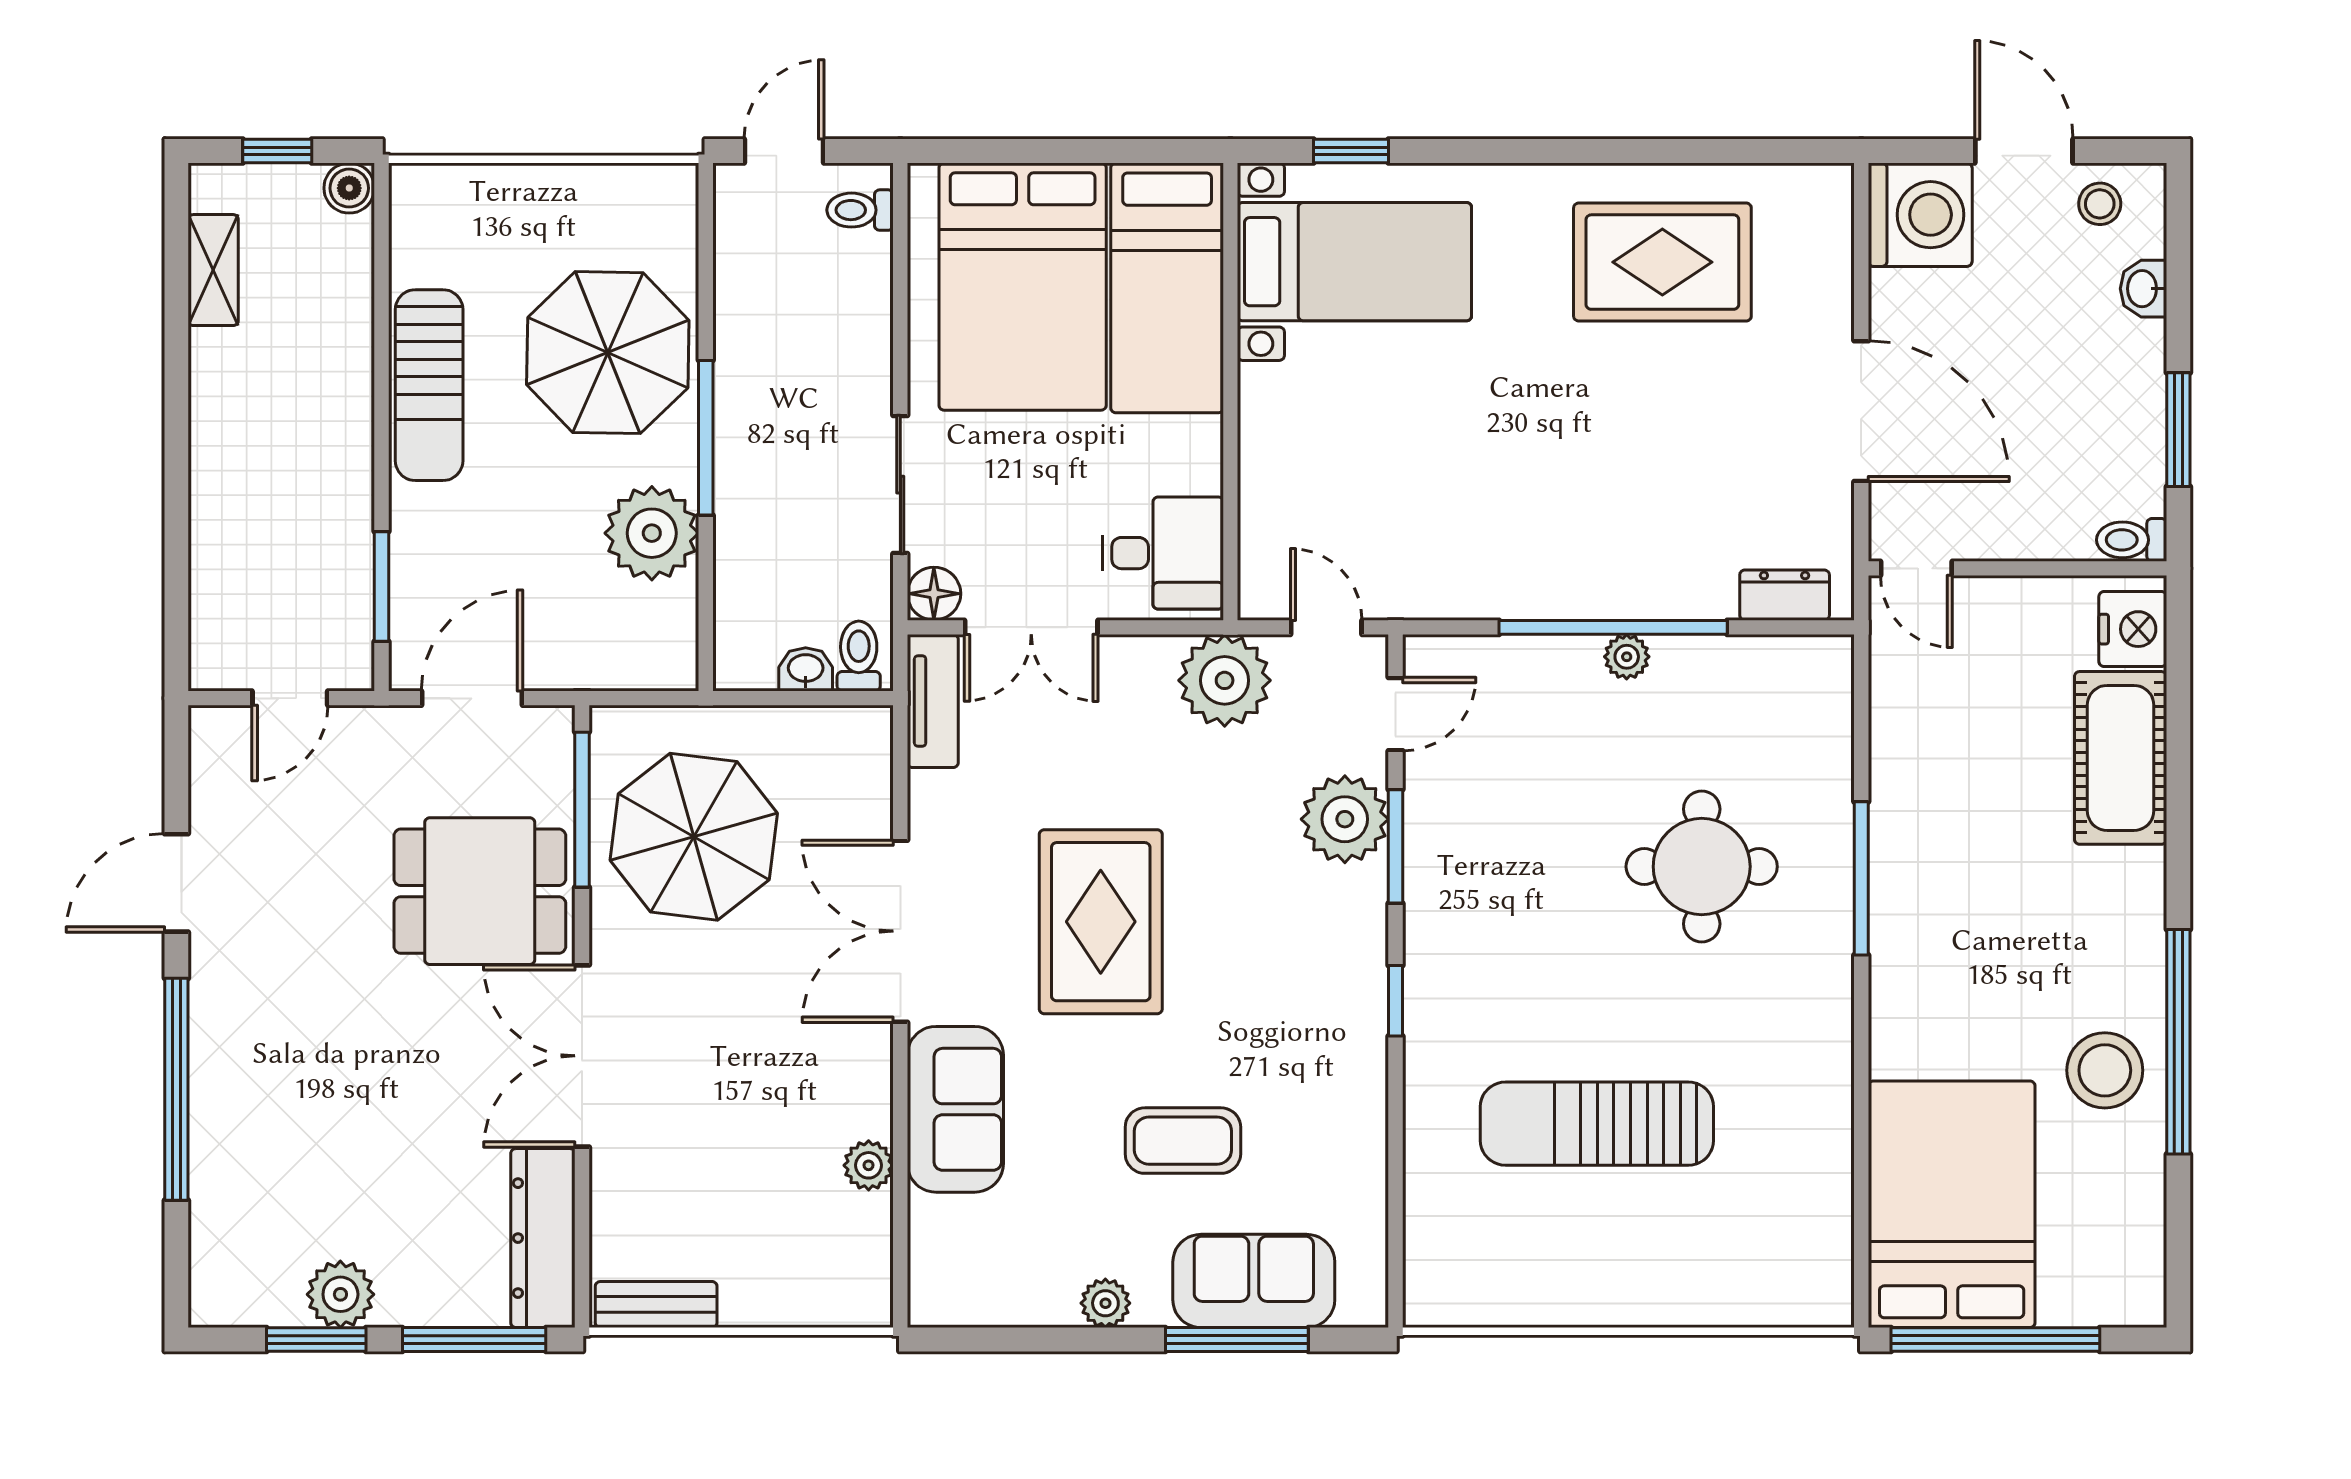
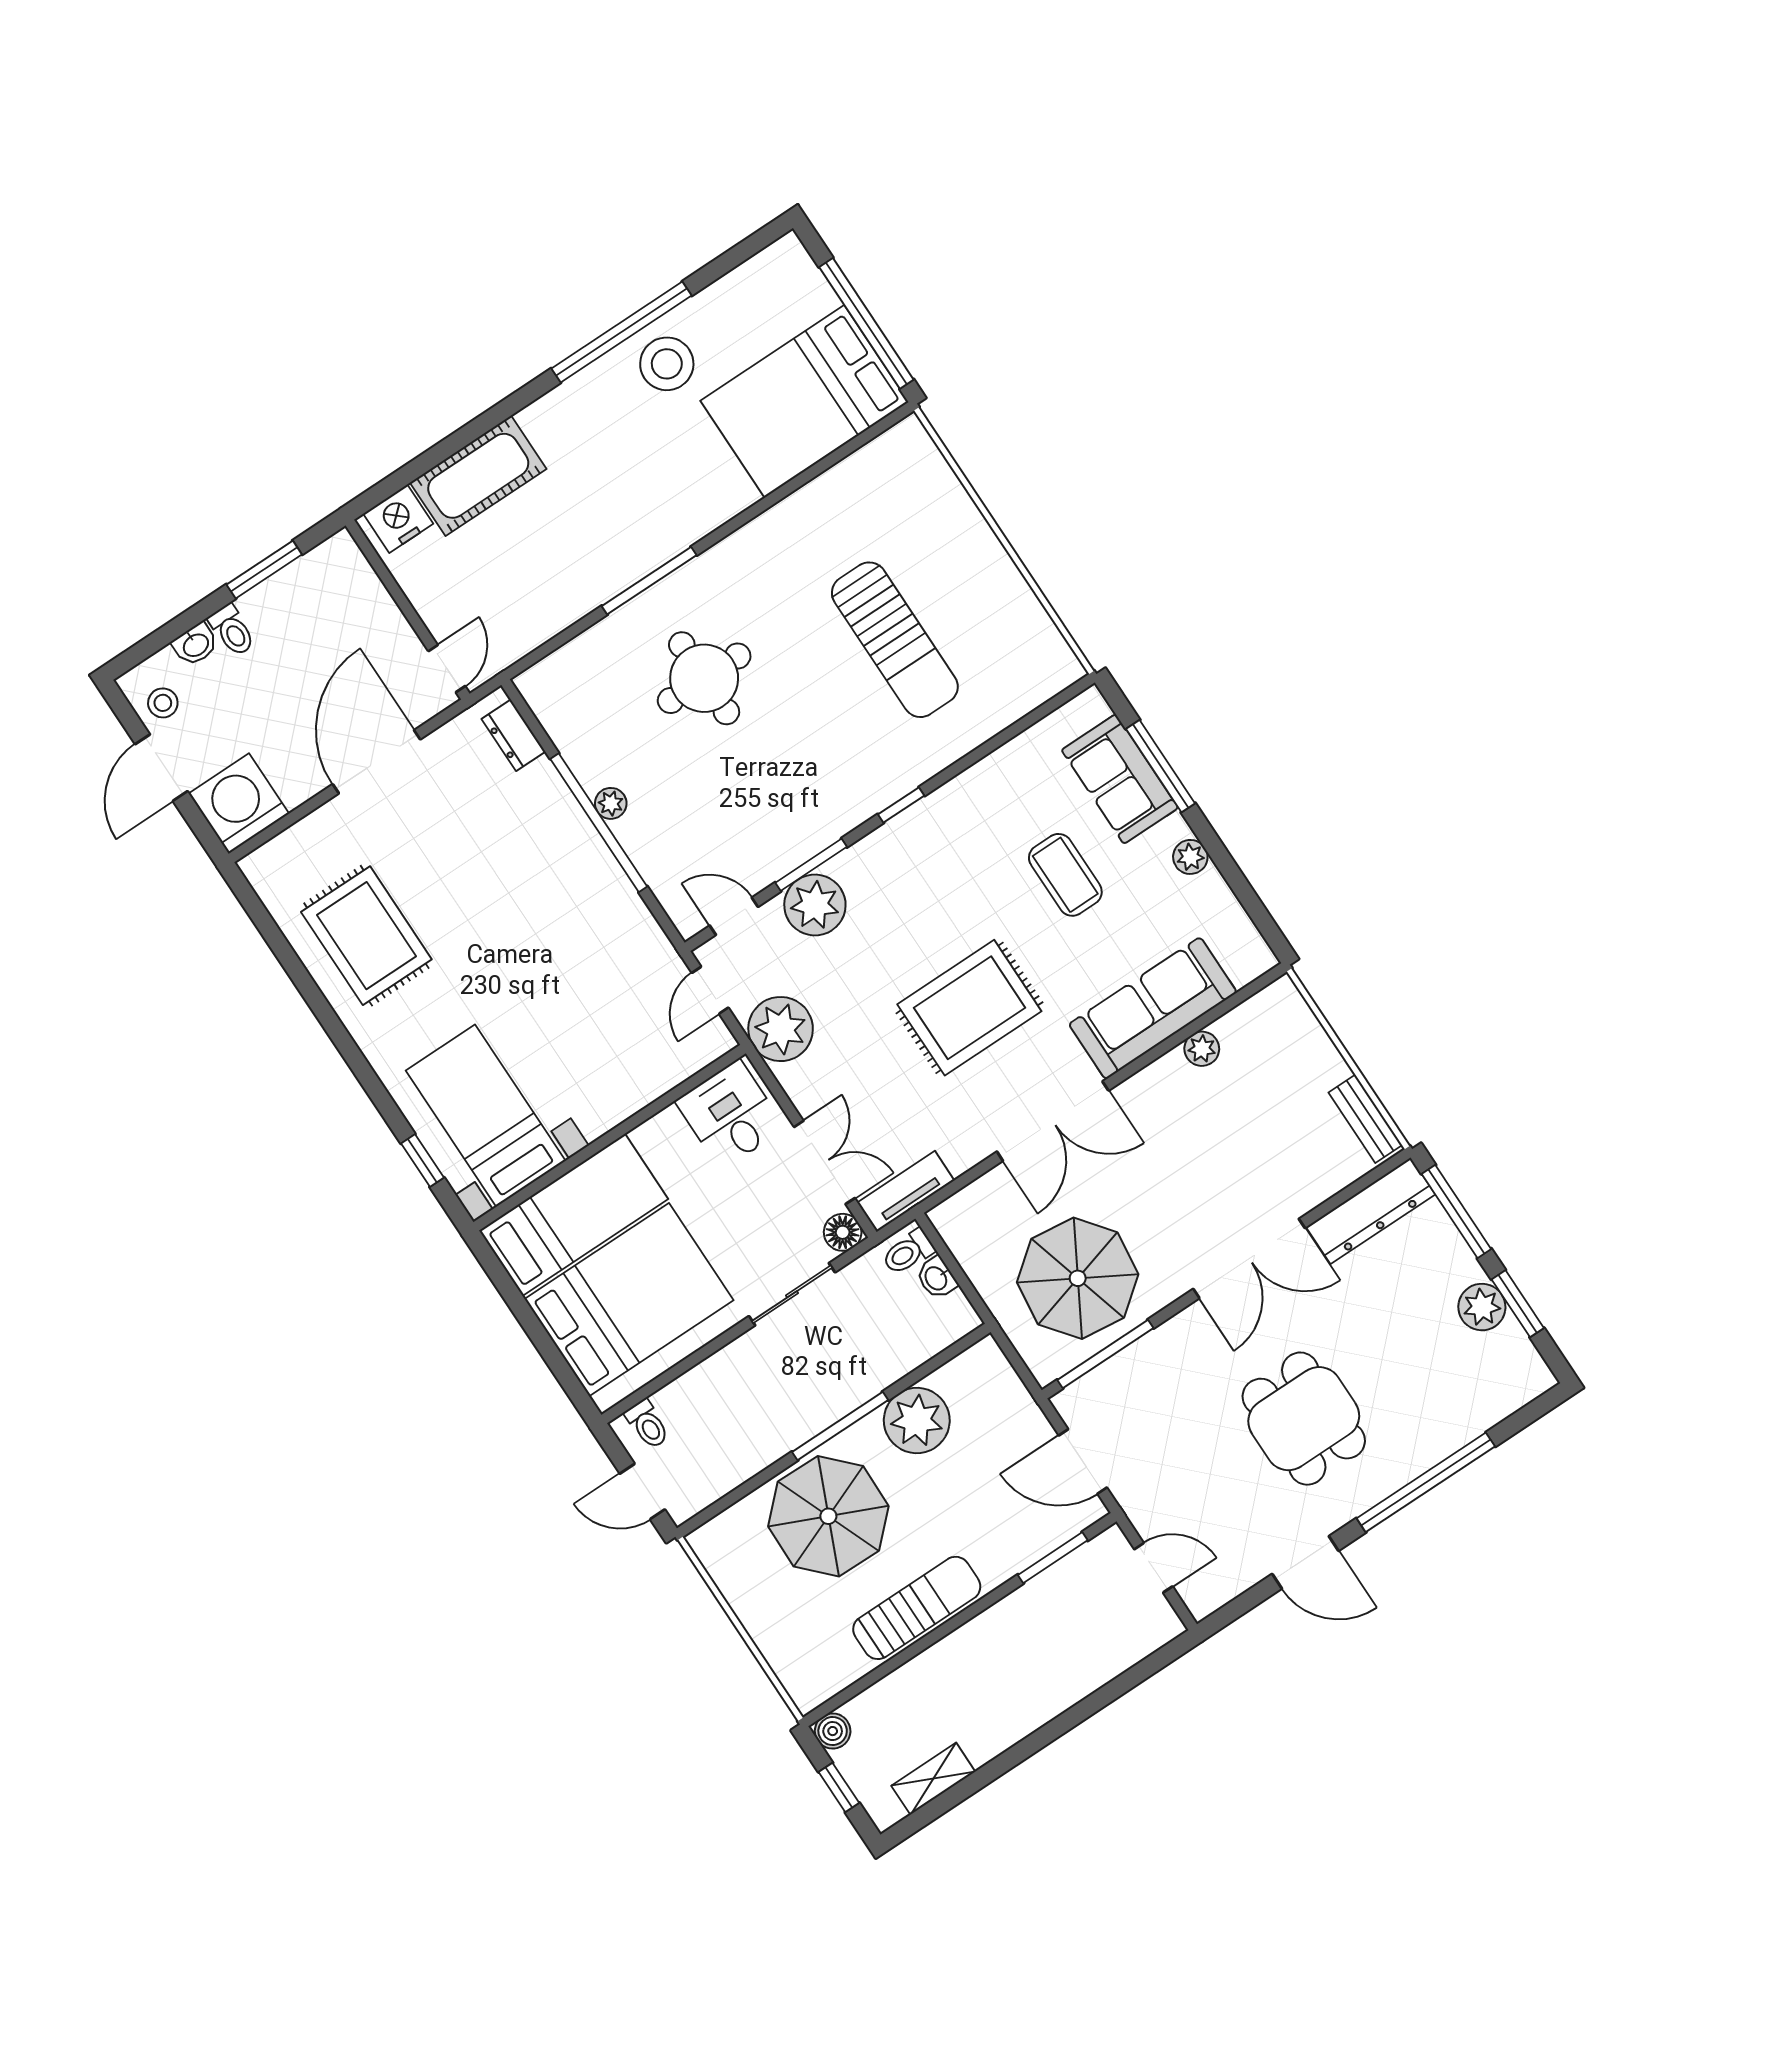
toilet: (2132, 540) -> (232, 630), moved
dining table: (480, 891) -> (1304, 1419), moved
sofa: (955, 1109) -> (1153, 1008), width x1.36

